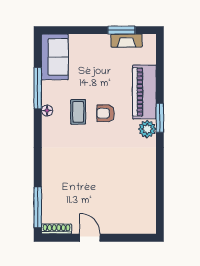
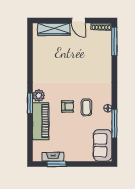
wardrobe: (125, 225) -> (54, 29), added

